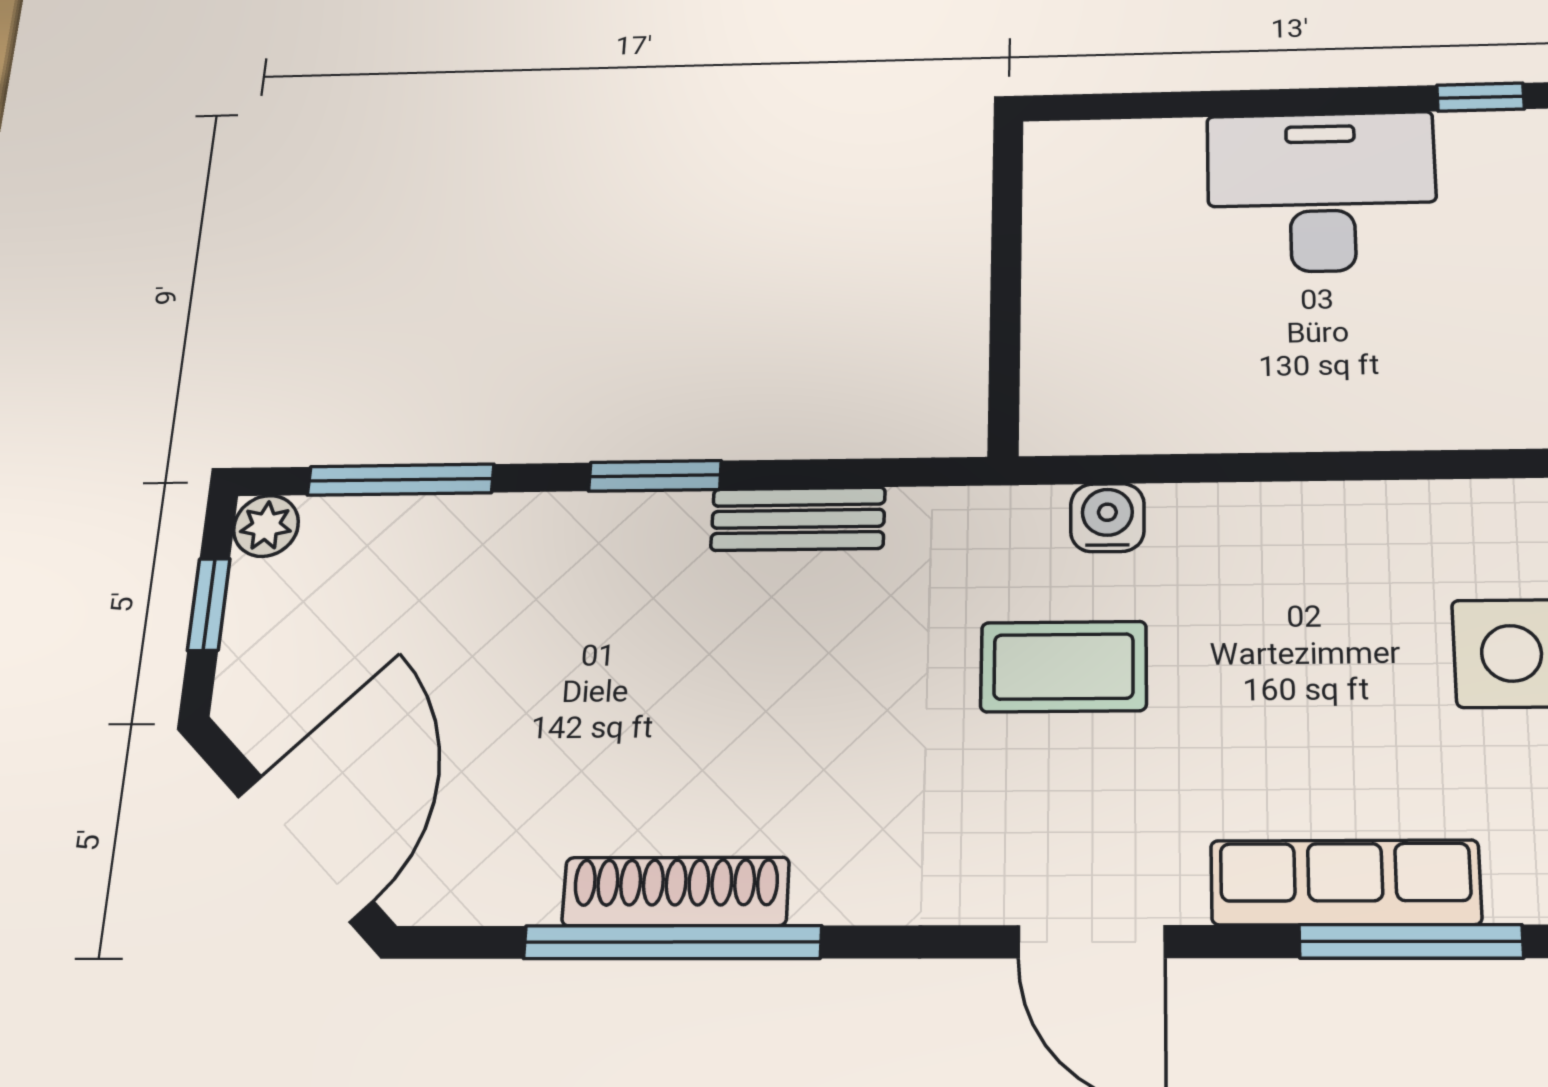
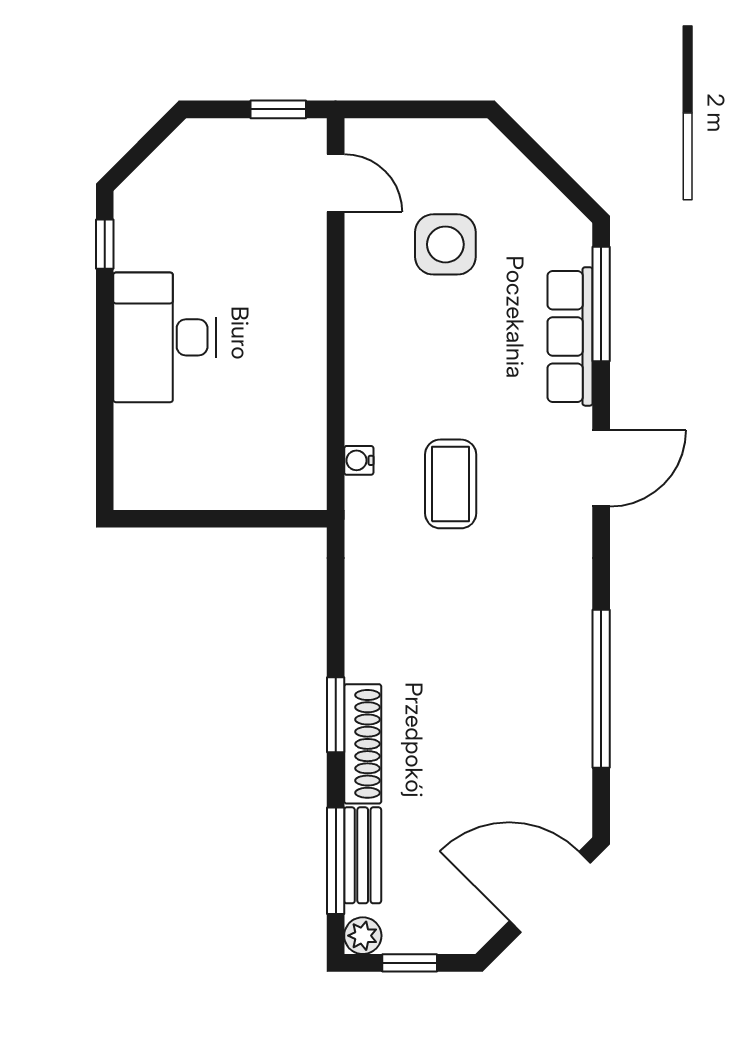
water cooler: (1107, 518) -> (359, 460), width x0.72, depth x0.72
bench: (798, 519) -> (363, 855), moved
shoe rack: (676, 891) -> (363, 744), moved, turned 180

